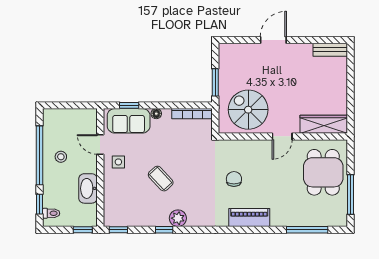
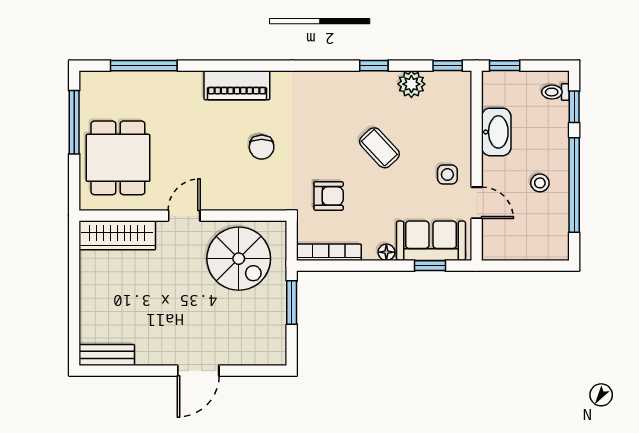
armchair: (192, 149) -> (329, 196), added
plant: (178, 218) -> (411, 84), moved

